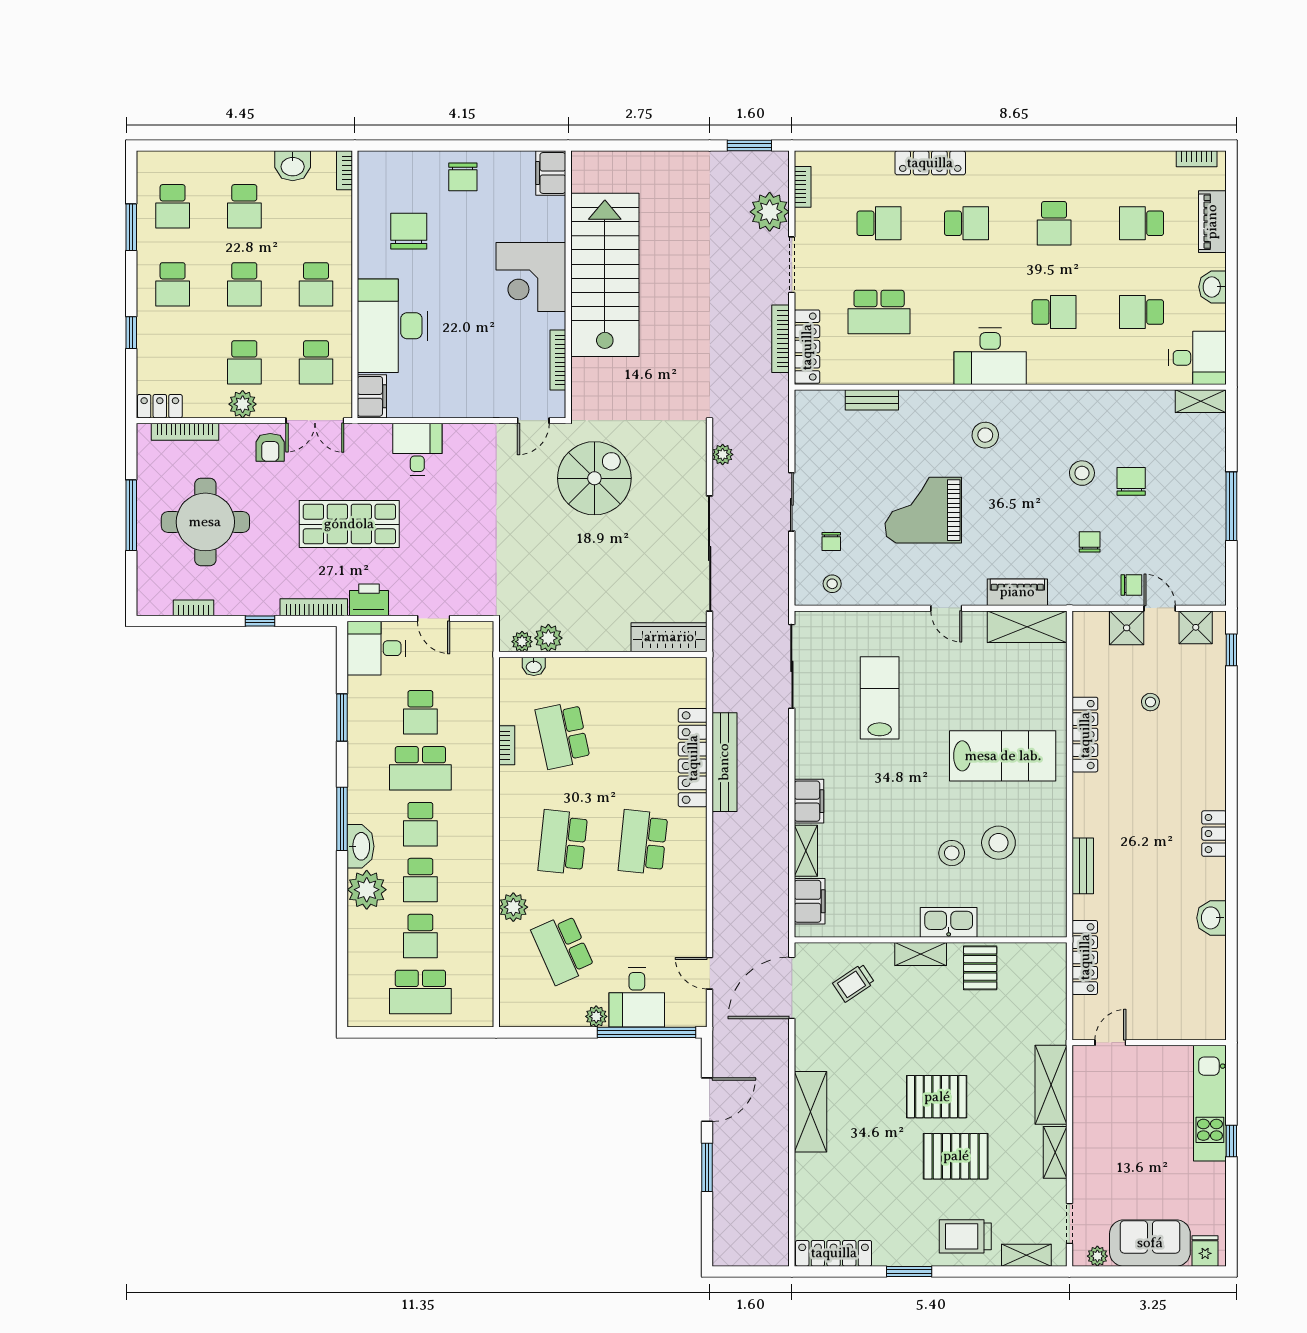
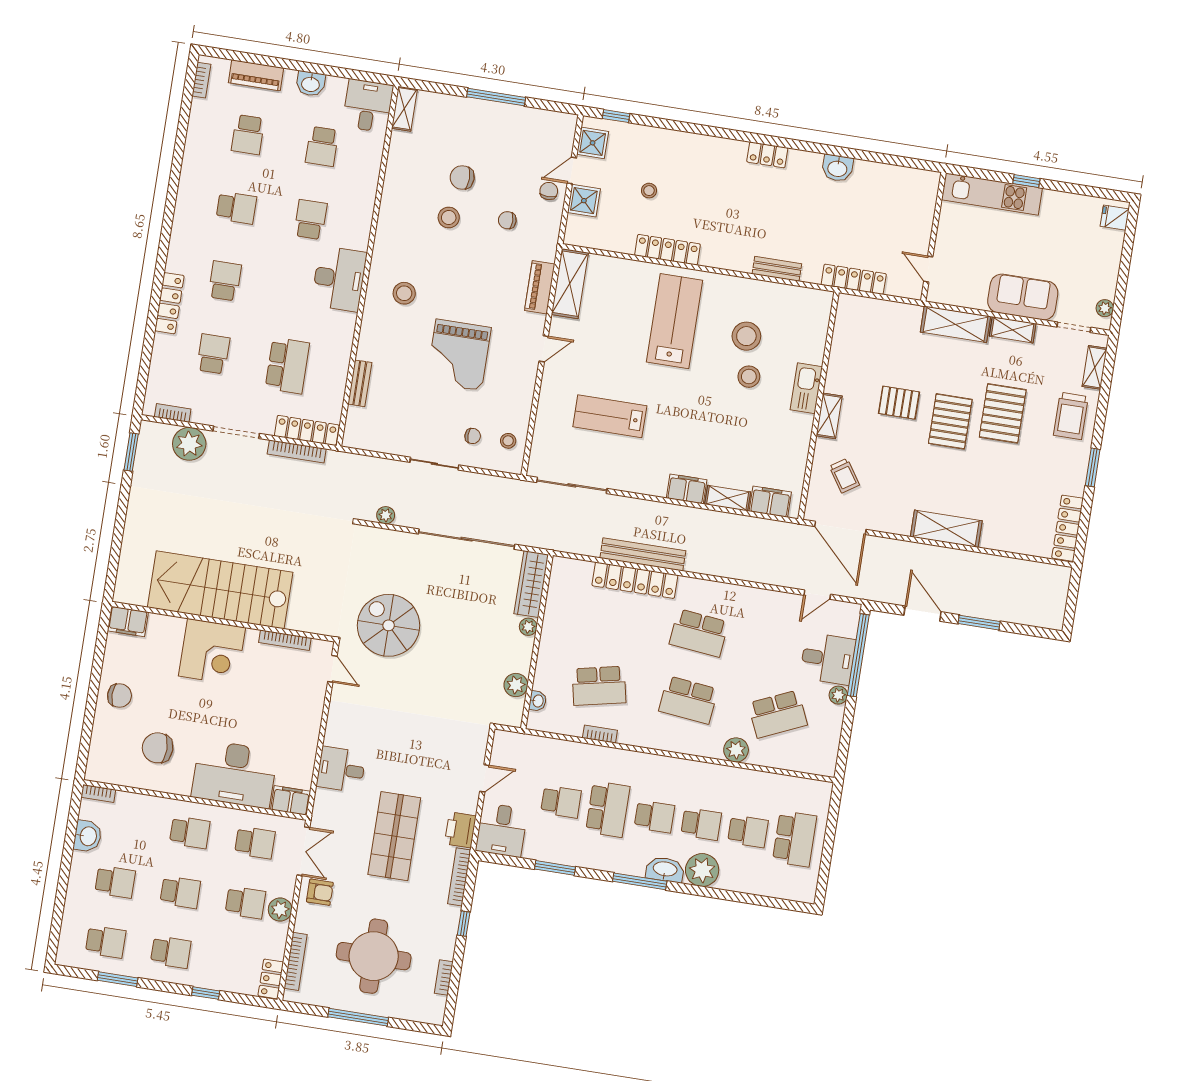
plant: (522, 642) -> (528, 627), moved
pallet: (980, 968) -> (899, 403), moved
sofa: (1150, 1243) -> (1023, 297), moved, turned 90

